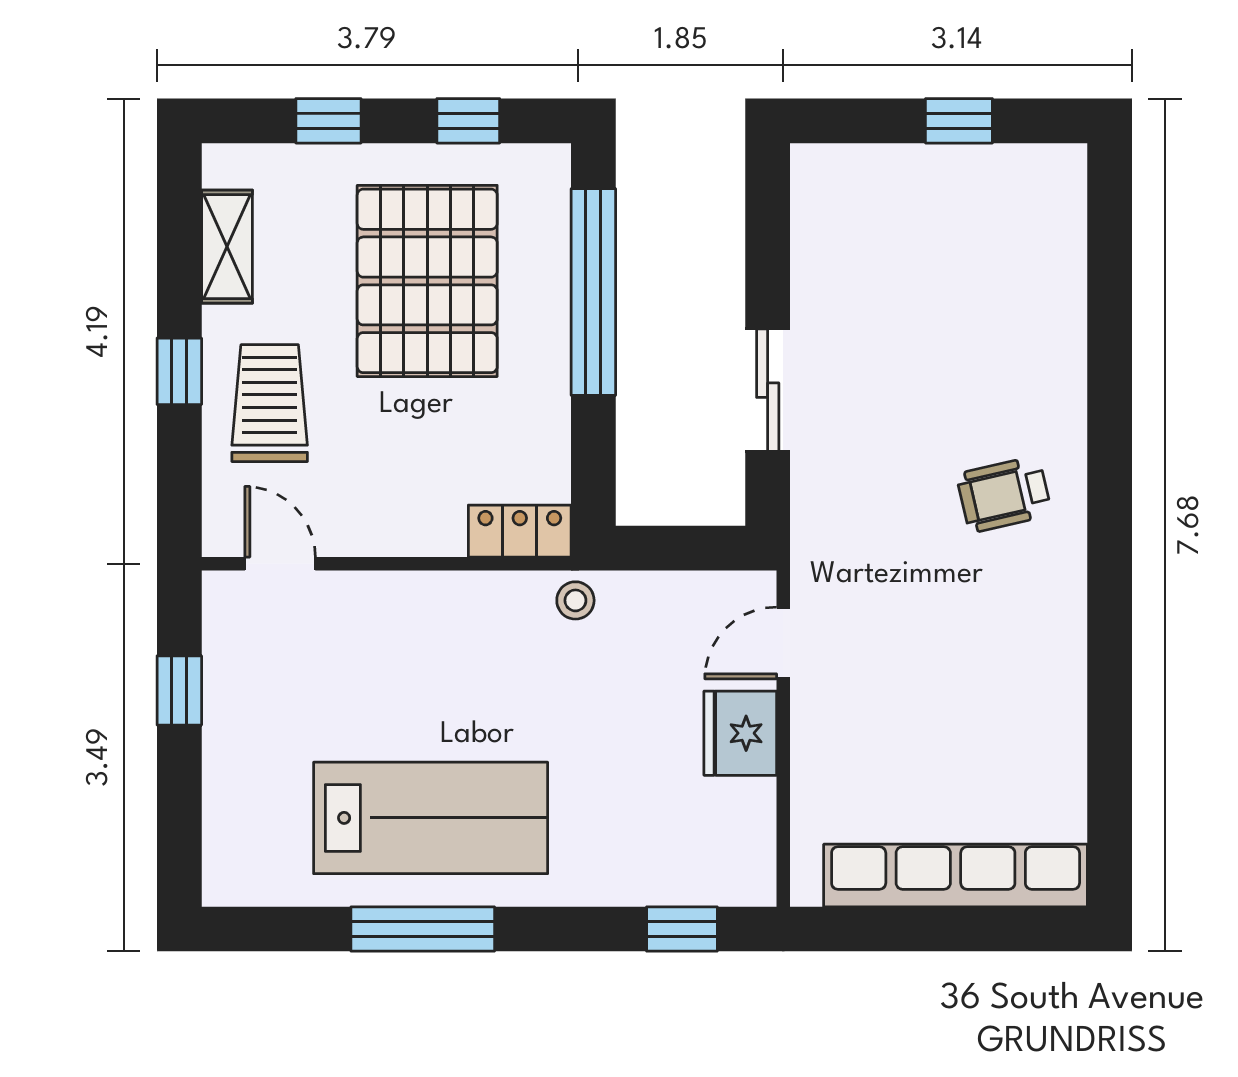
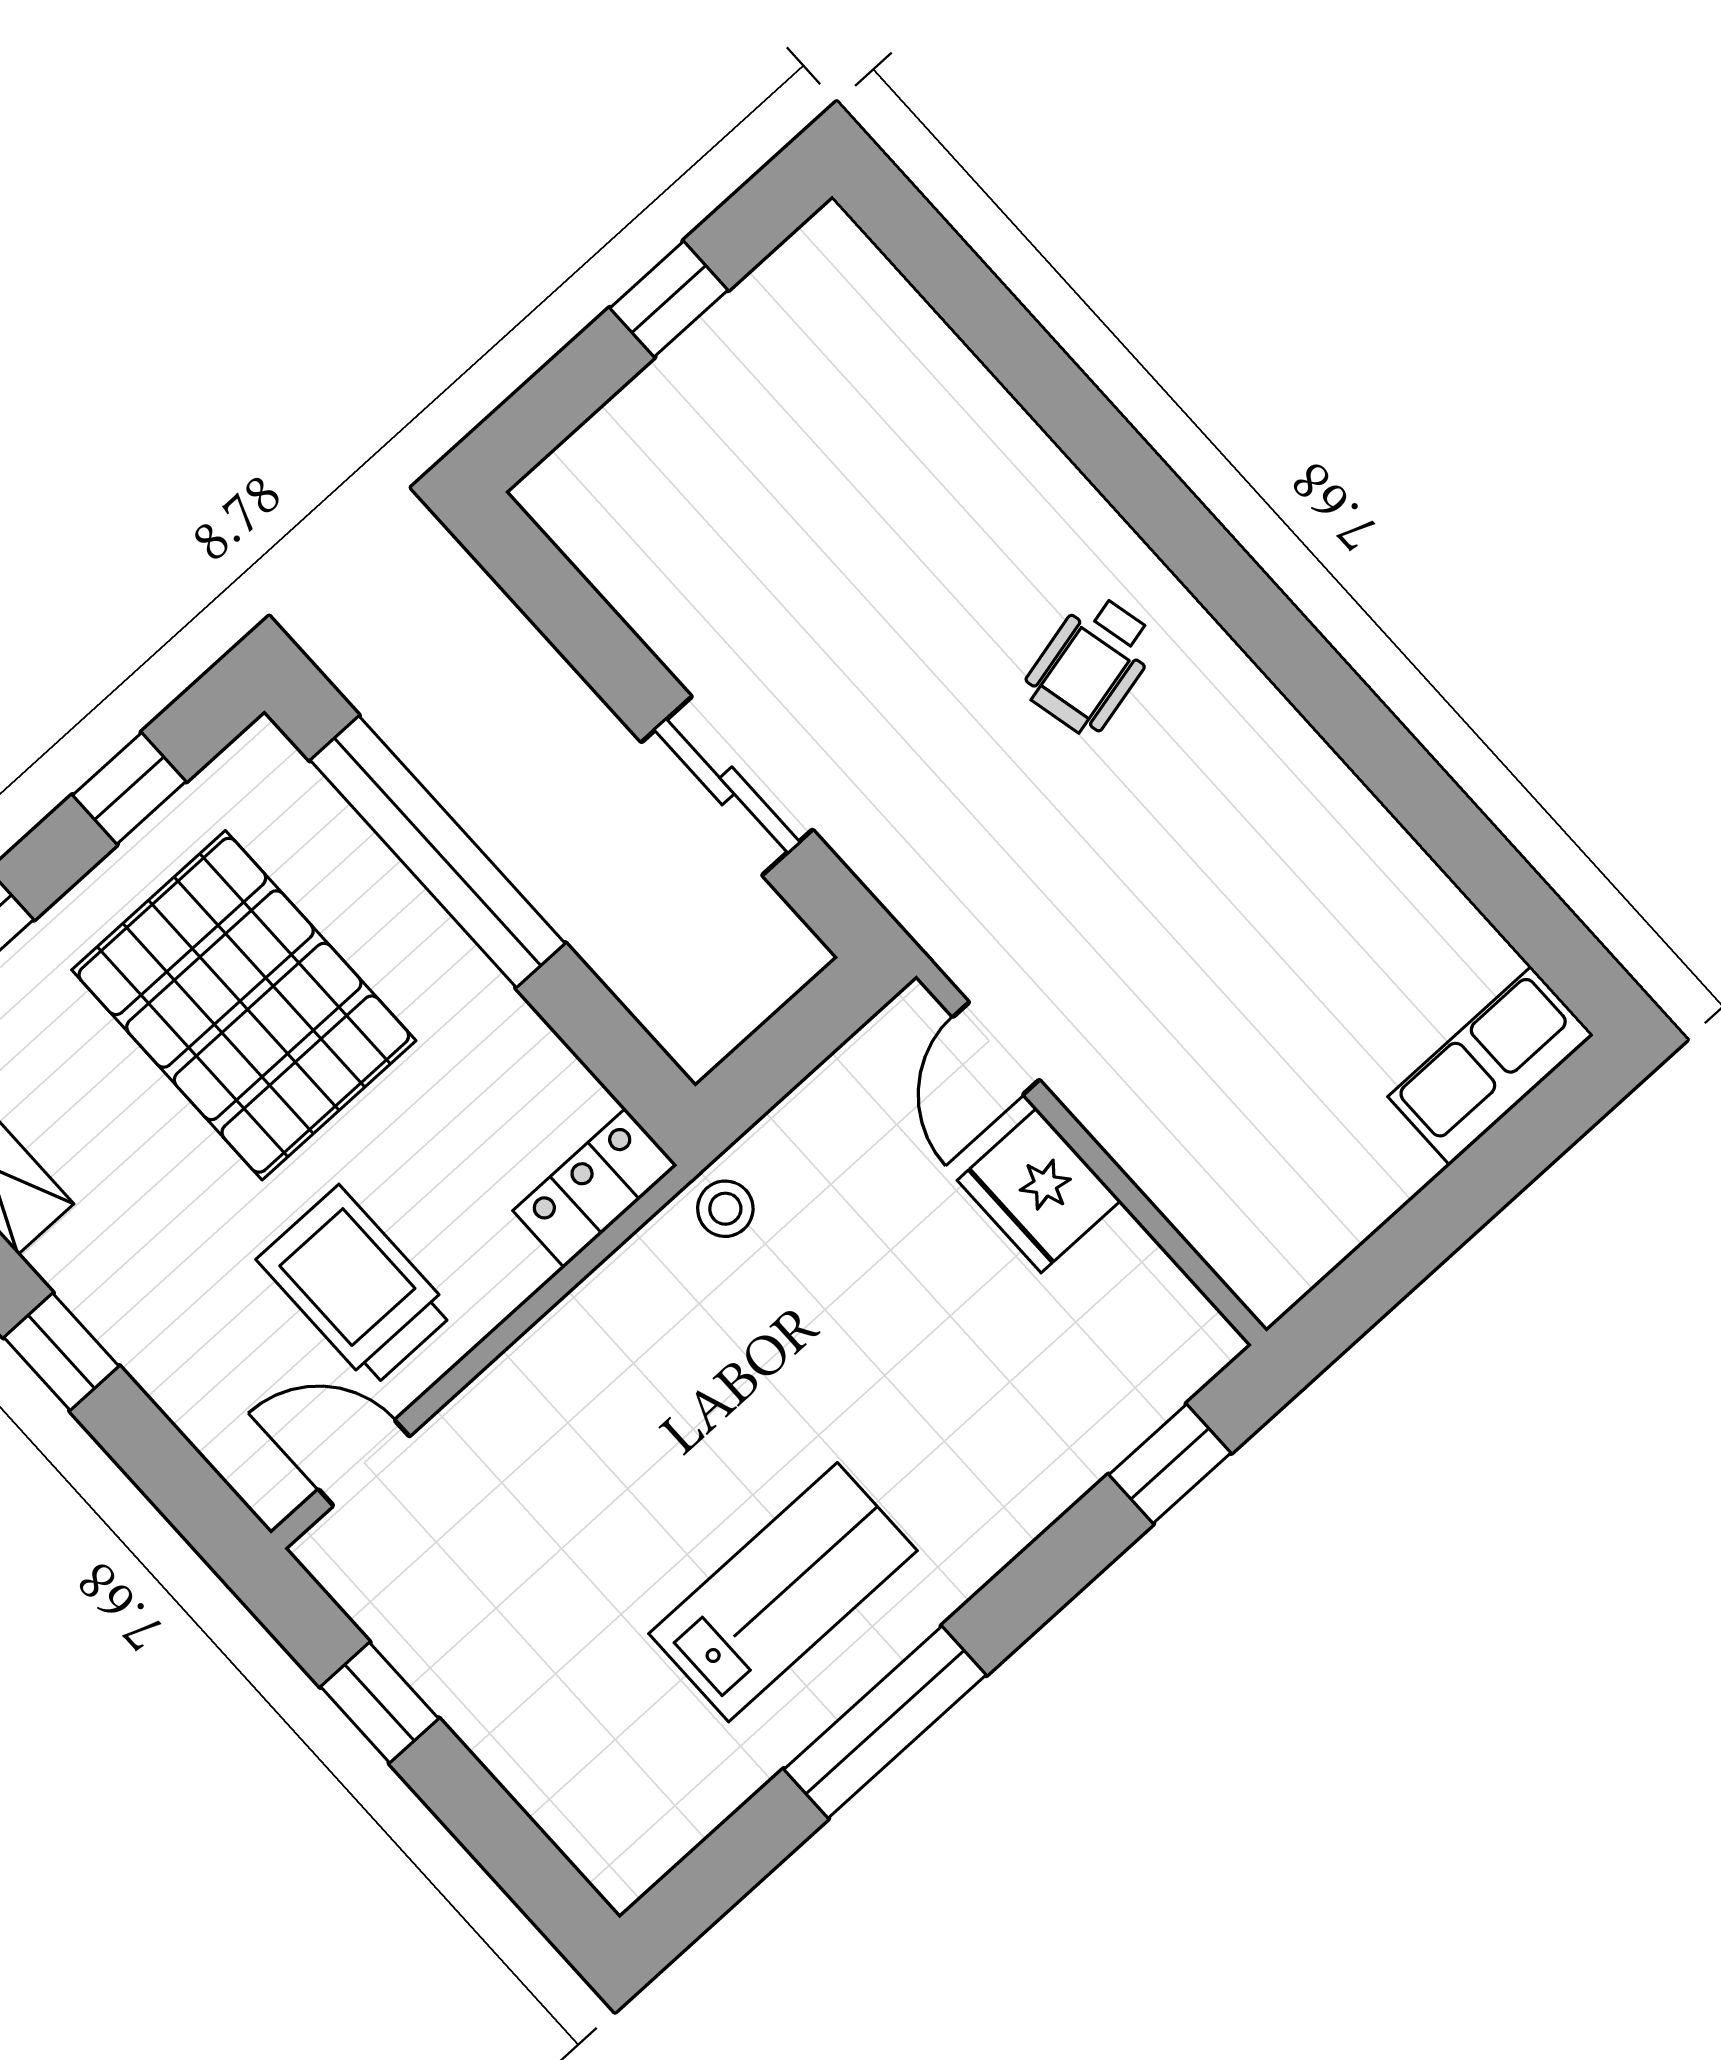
trolley: (270, 403) -> (356, 1286), moved
lab bench: (431, 818) -> (783, 1592), width x0.73, depth x0.72
row of seats: (956, 876) -> (1491, 1066), width x0.50

